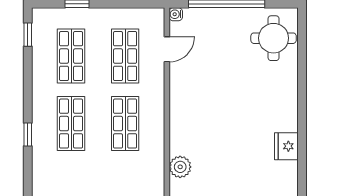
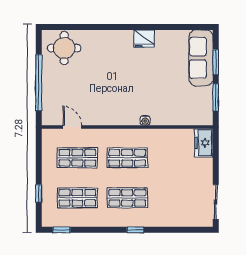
water cooler: (176, 14) -> (145, 120), moved
plant: (180, 167) -> (159, 117), removed

